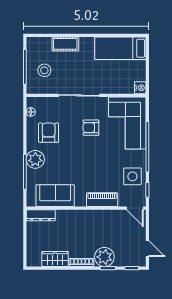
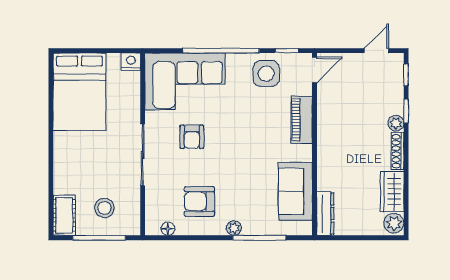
cot: (65, 44) -> (64, 215), moved
bed: (120, 48) -> (79, 92), width x1.50
plant: (35, 159) -> (234, 228), width x0.53, depth x0.53
plant: (104, 257) -> (396, 123), width x0.53, depth x0.53
plant: (34, 260) -> (394, 223), added

